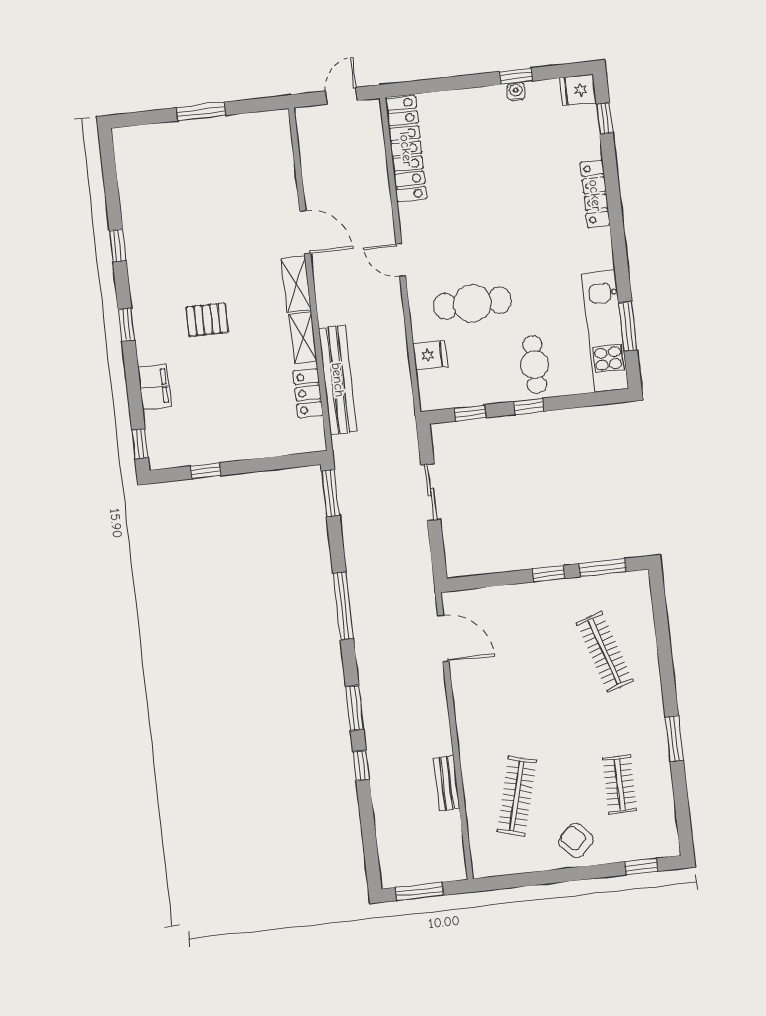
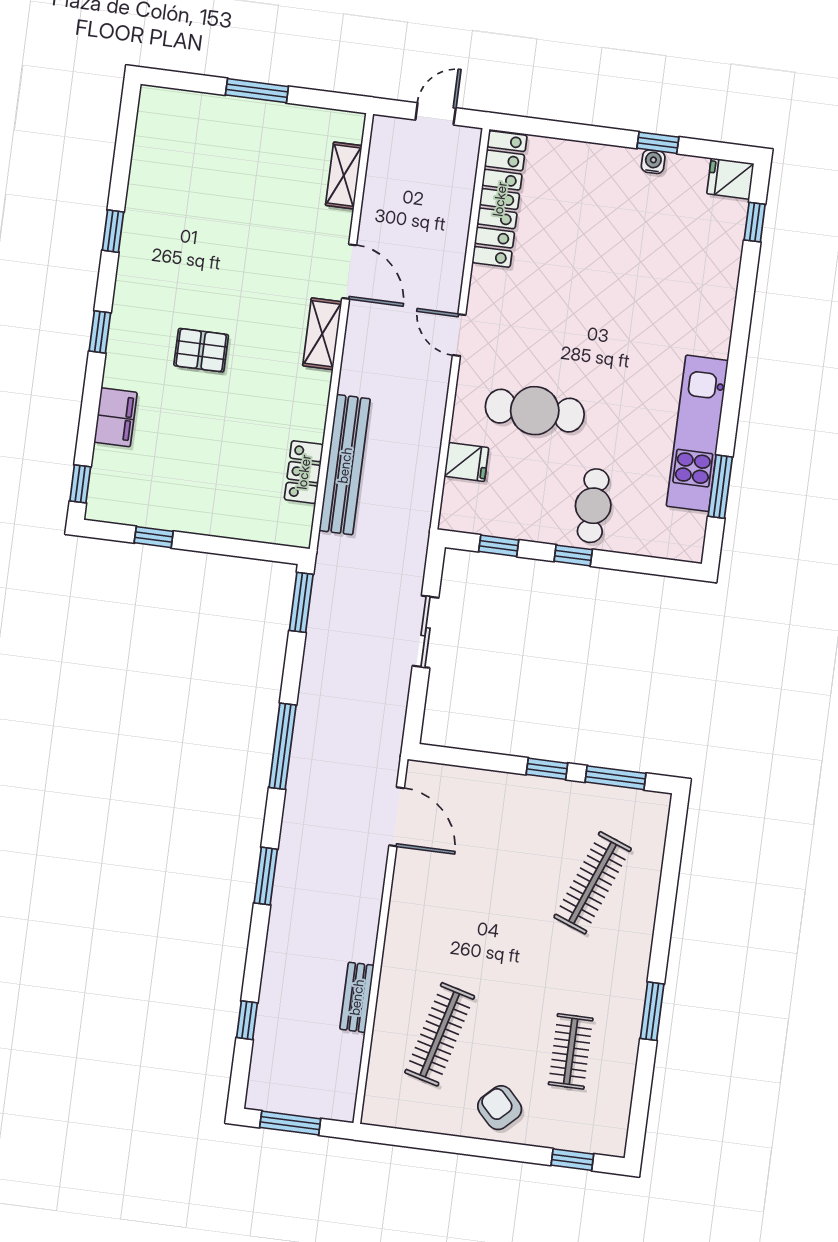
locker: (595, 194) -> (720, 312), removed
kitchen unit: (605, 331) -> (697, 433), moved
shelving: (303, 338) -> (344, 175), moved
clothes rail: (605, 652) -> (593, 883), turned 39
window: (361, 766) -> (247, 1020), moved

